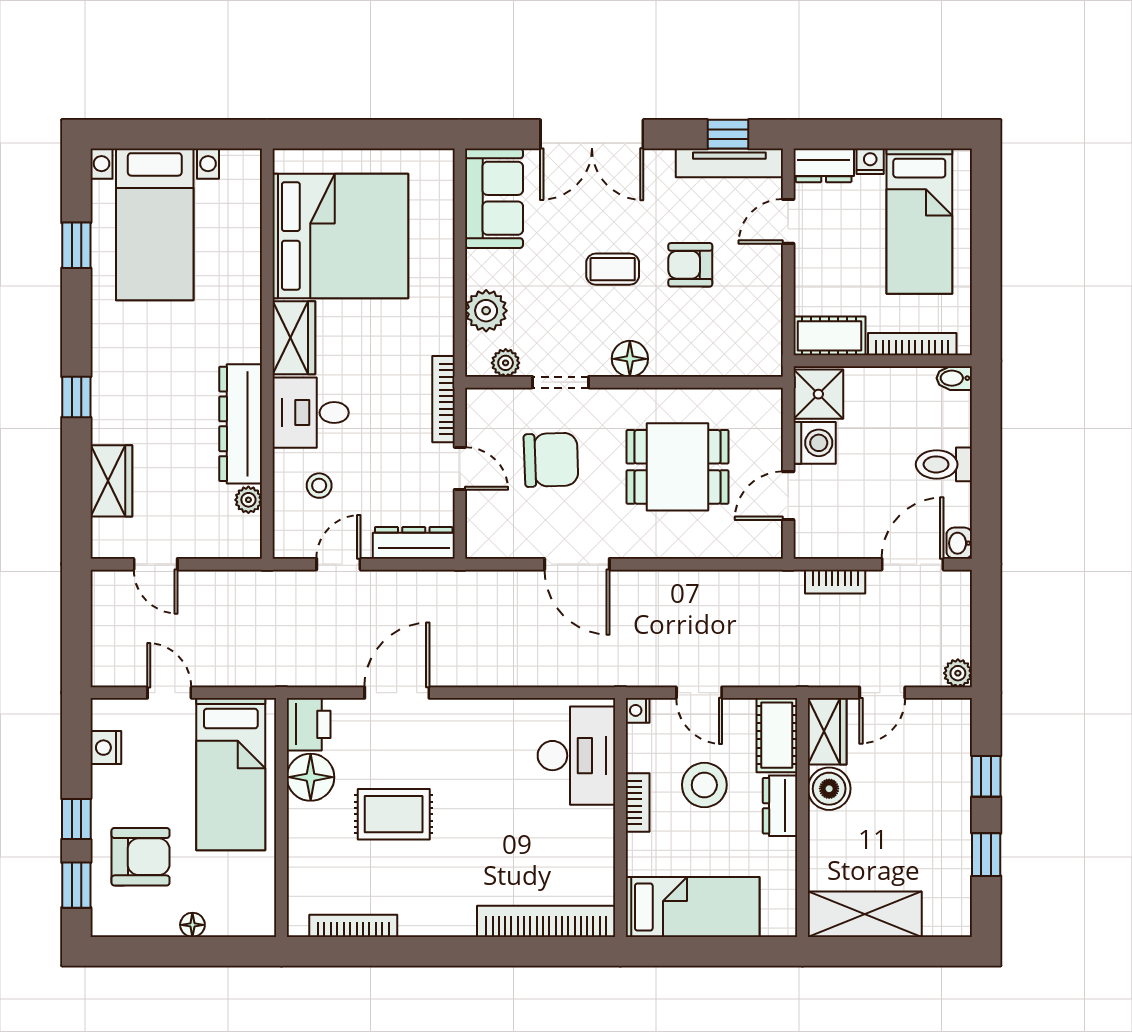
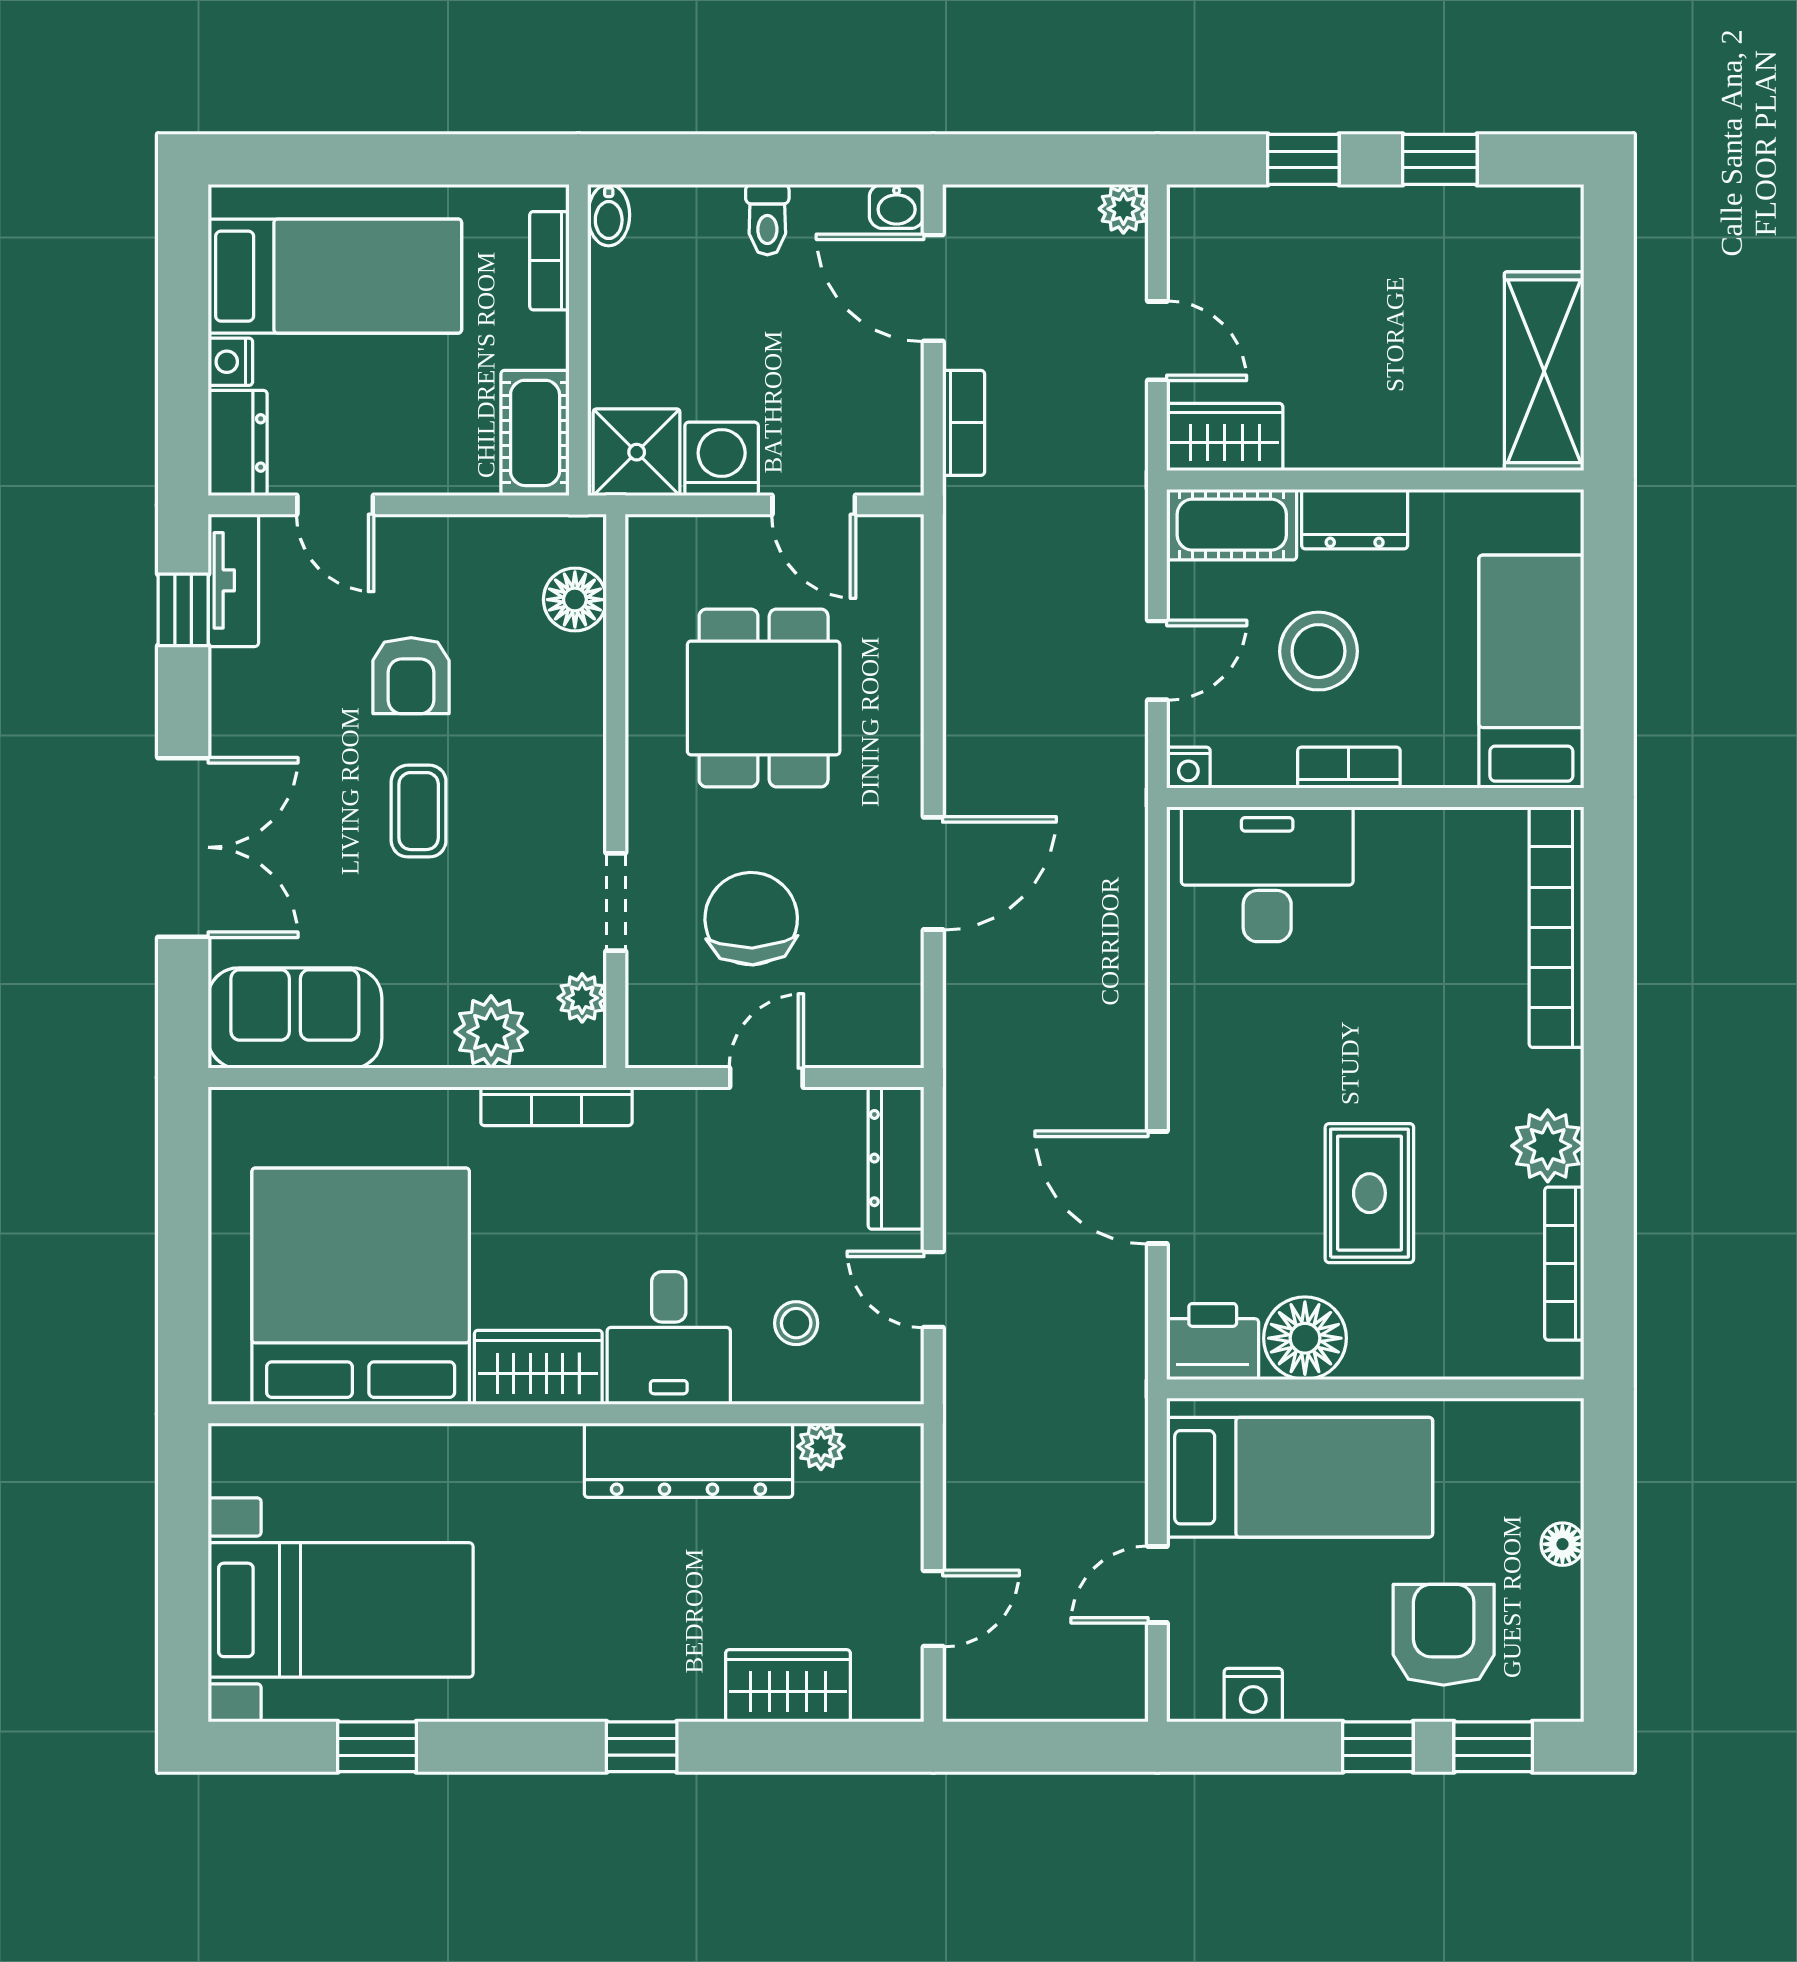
tv unit: (729, 163) -> (233, 580), width x0.71
bookcase: (912, 344) -> (549, 261), width x0.64
floor lamp: (630, 359) -> (575, 600), moved
bookcase: (443, 399) -> (556, 1106), moved
toilet: (944, 464) -> (767, 220), width x0.73, depth x0.72
boiler: (829, 789) -> (1325, 433), removed
plant: (421, 916) -> (1548, 1146), added

